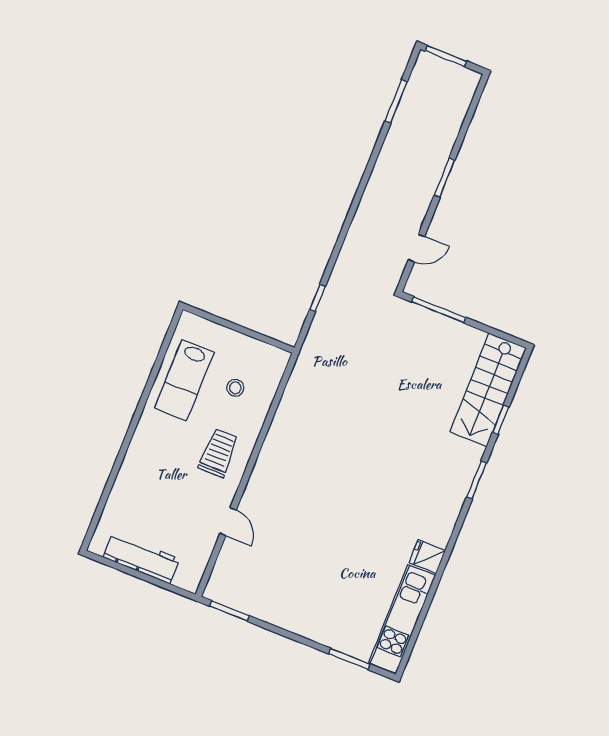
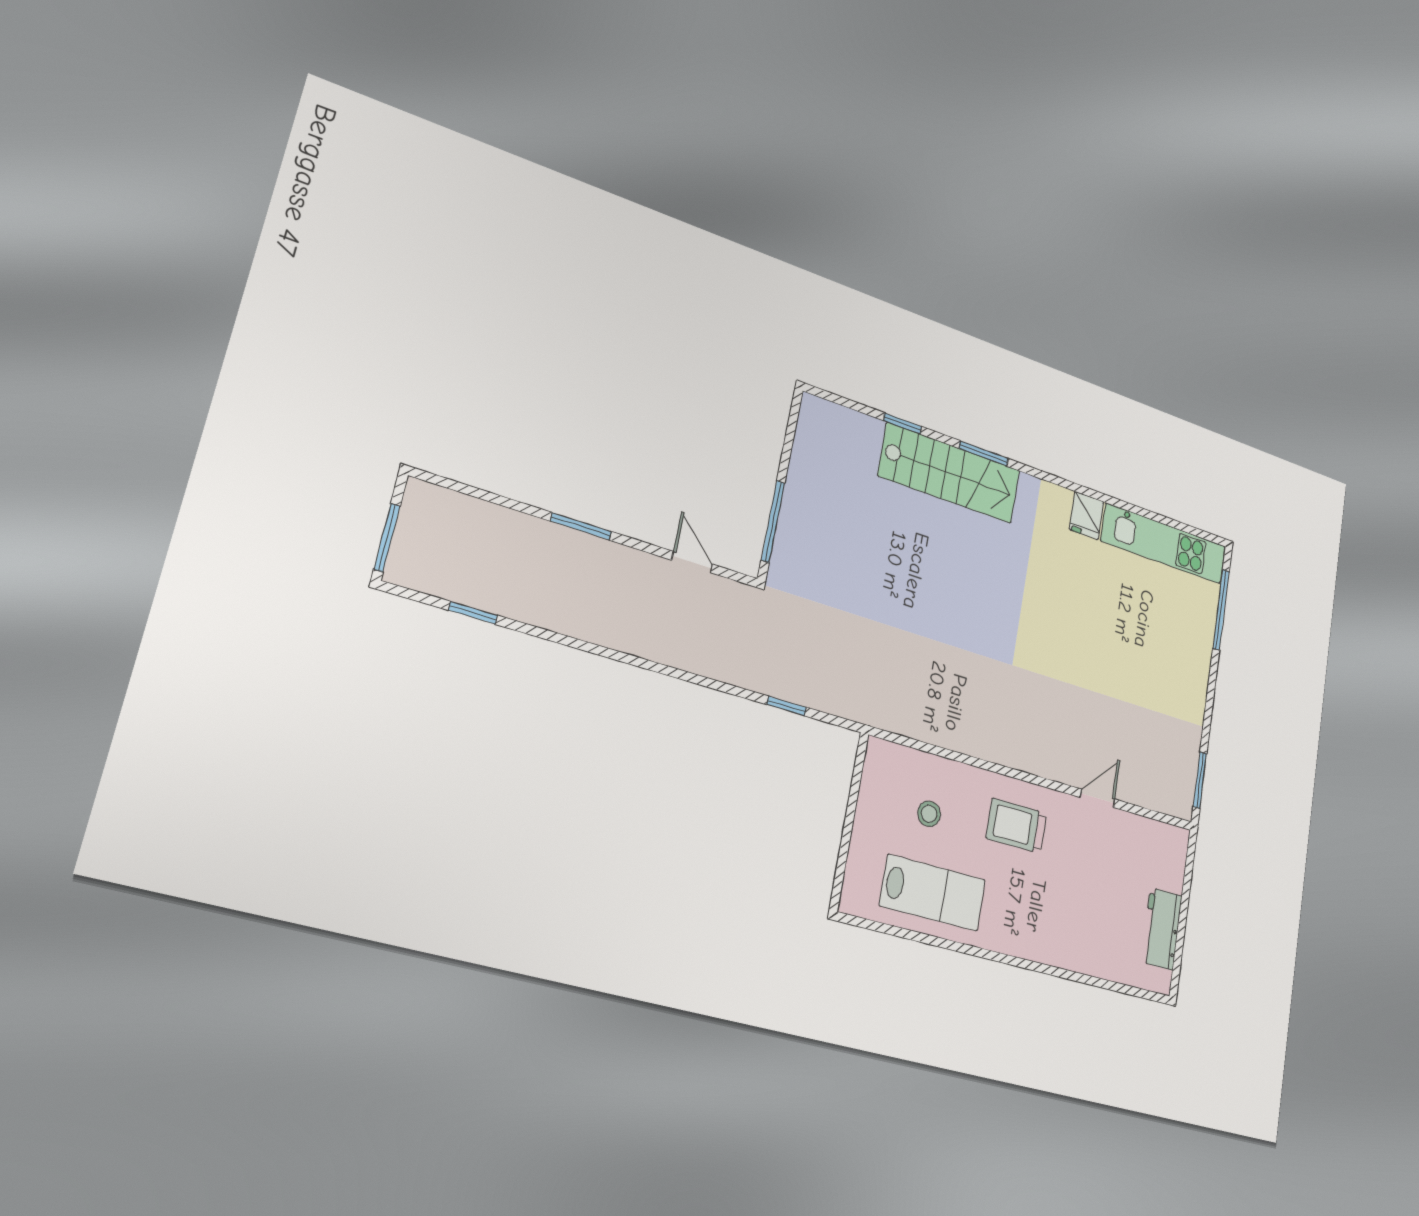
window: (396, 101) -> (473, 613), width x0.67
stairs: (488, 390) -> (950, 473), moved
workbench: (141, 558) -> (1162, 929), width x0.73
window: (349, 659) -> (1221, 610), width x1.44

